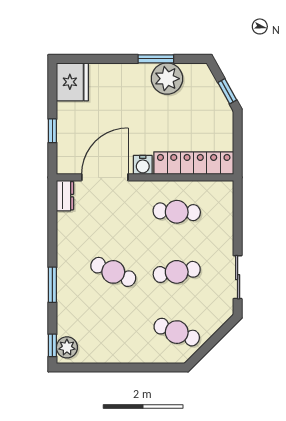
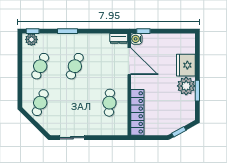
plant: (167, 79) -> (186, 86), moved
fridge: (72, 82) -> (186, 65), moved, turned 90
window: (52, 131) -> (143, 31), moved
water cooler: (143, 165) -> (136, 39), moved
cafe table: (177, 272) -> (40, 66), moved, turned 33

